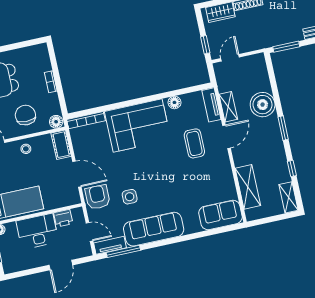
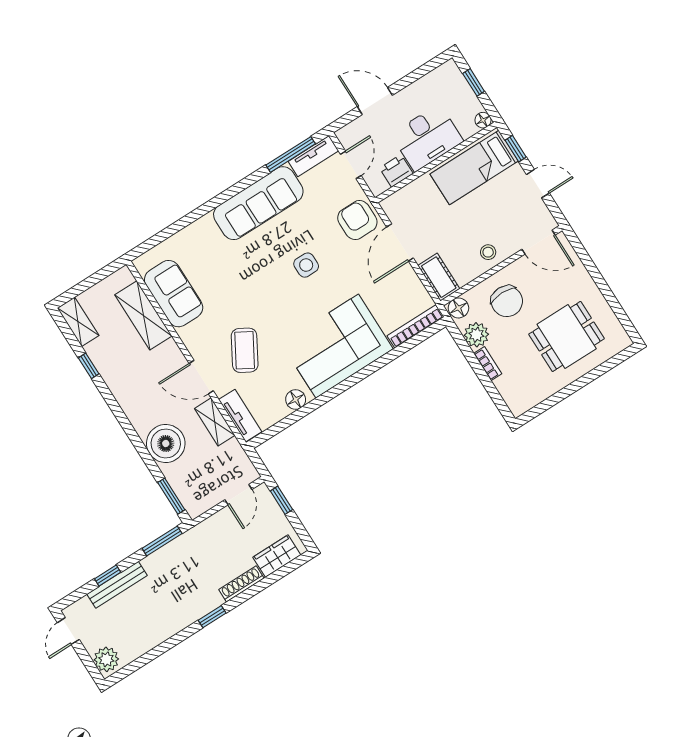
plant: (51, 102) -> (476, 335), added
window: (283, 128) -> (171, 496), moved
door: (226, 137) -> (201, 377), hinge flipped
coffee table: (194, 143) -> (245, 350), turned 30
door: (77, 174) -> (400, 243), hinge flipped
armchair: (98, 197) -> (357, 220), turned 180
side table: (130, 197) -> (306, 265), moved
sofa: (220, 215) -> (174, 294), moved, turned -90
door: (89, 232) -> (351, 165), swing flipped
door: (61, 265) -> (375, 101), hinge flipped

